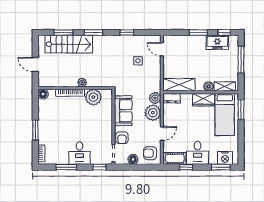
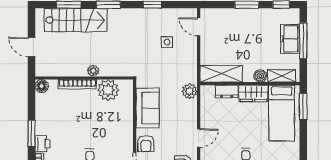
freezer: (217, 42) -> (290, 39), moved, turned 90
dresser: (172, 98) -> (227, 91), moved
plant: (153, 113) -> (187, 111), removed
printer: (44, 138) -> (42, 144), added

